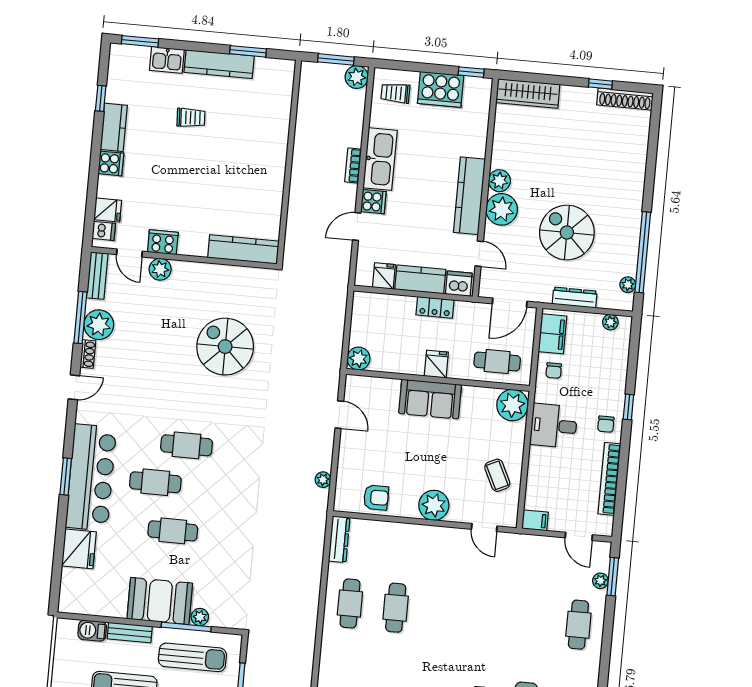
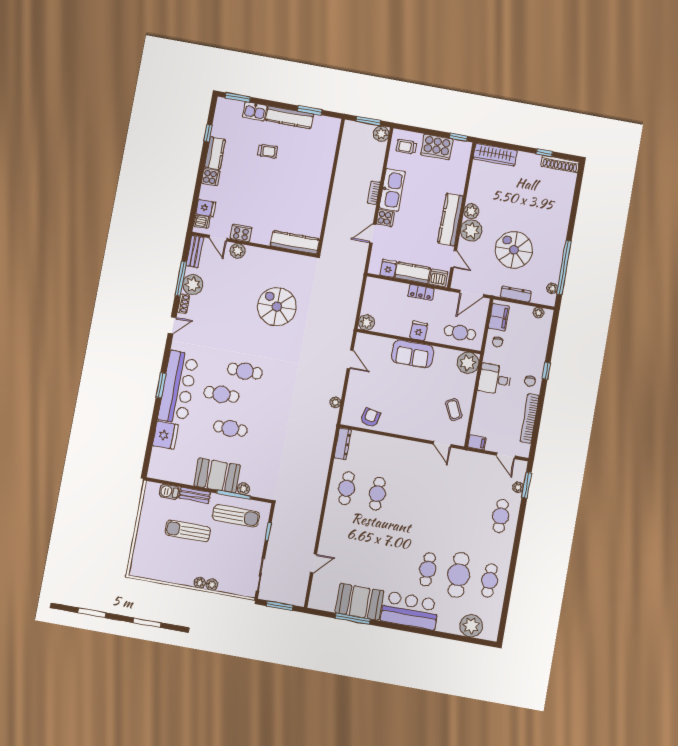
armchair: (376, 497) -> (370, 418), turned -78
plant: (434, 505) -> (409, 426), removed

